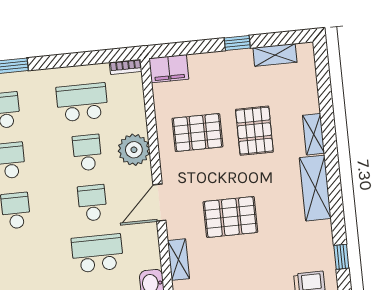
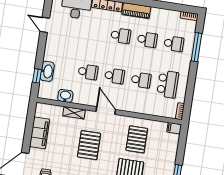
filing cabinet: (169, 69) -> (174, 128), width x0.50
plant: (134, 150) -> (136, 104), removed
school desk: (97, 253) -> (88, 72), width x0.54

